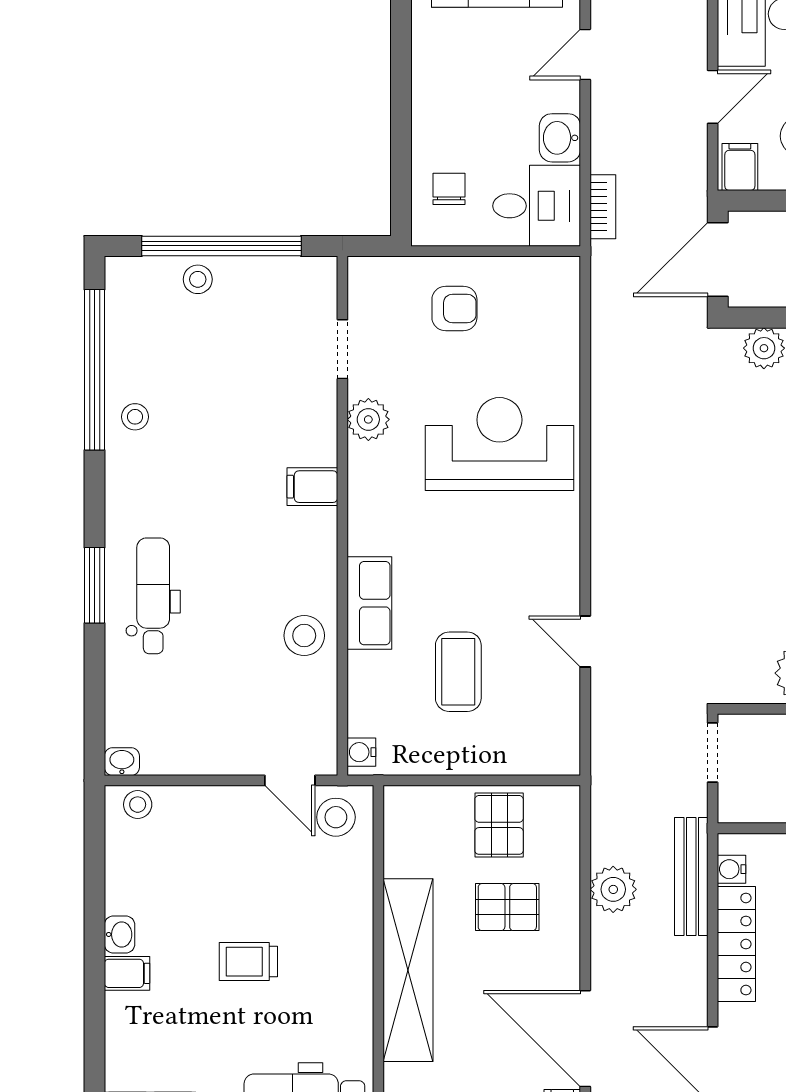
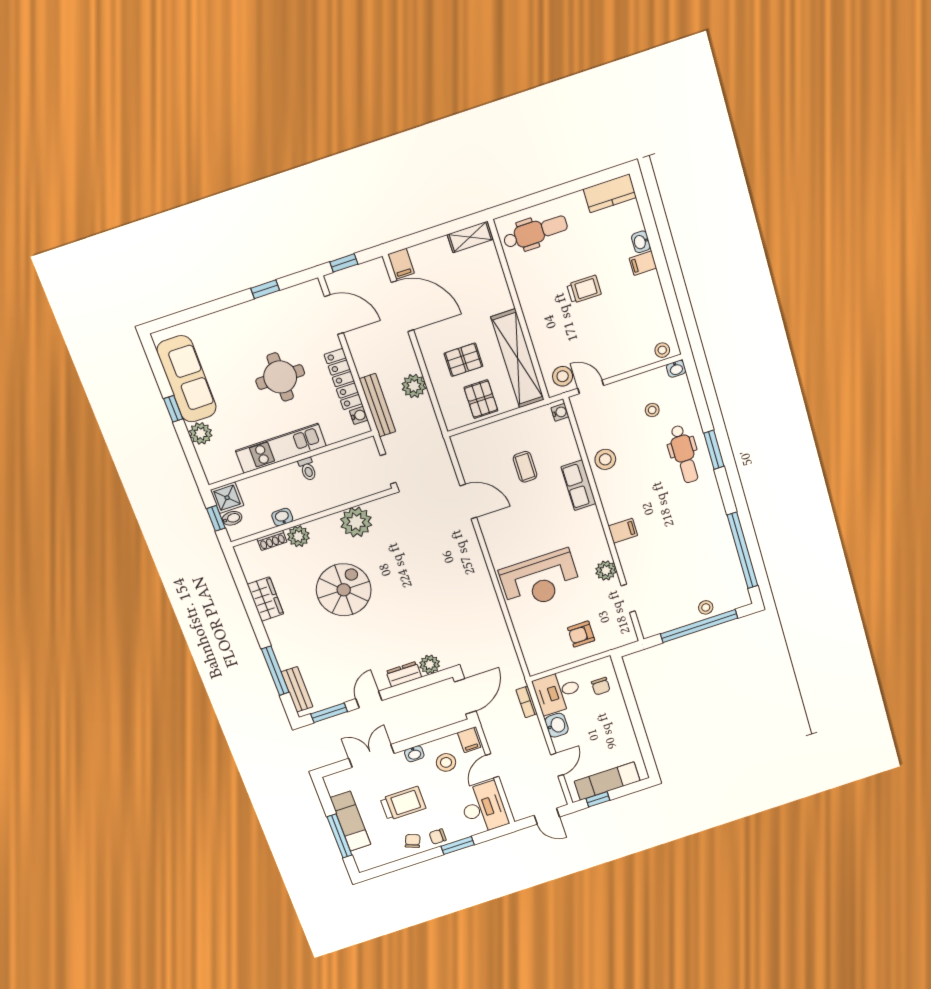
stool: (135, 417) -> (652, 410), moved
door: (585, 641) -> (468, 502), width x1.38
coffee table: (458, 672) -> (525, 467), width x0.73, depth x0.77
washbasin: (120, 934) -> (641, 242), moved
shelving: (408, 970) -> (518, 359), moved

